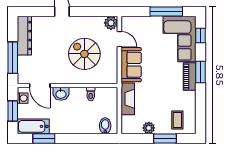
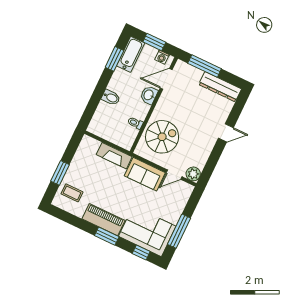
spiral stairs: (84, 54) -> (162, 137), moved
piano: (190, 77) -> (103, 220), width x1.37, depth x1.33
bidet: (105, 126) -> (111, 97), moved
plant: (149, 128) -> (77, 162), removed

